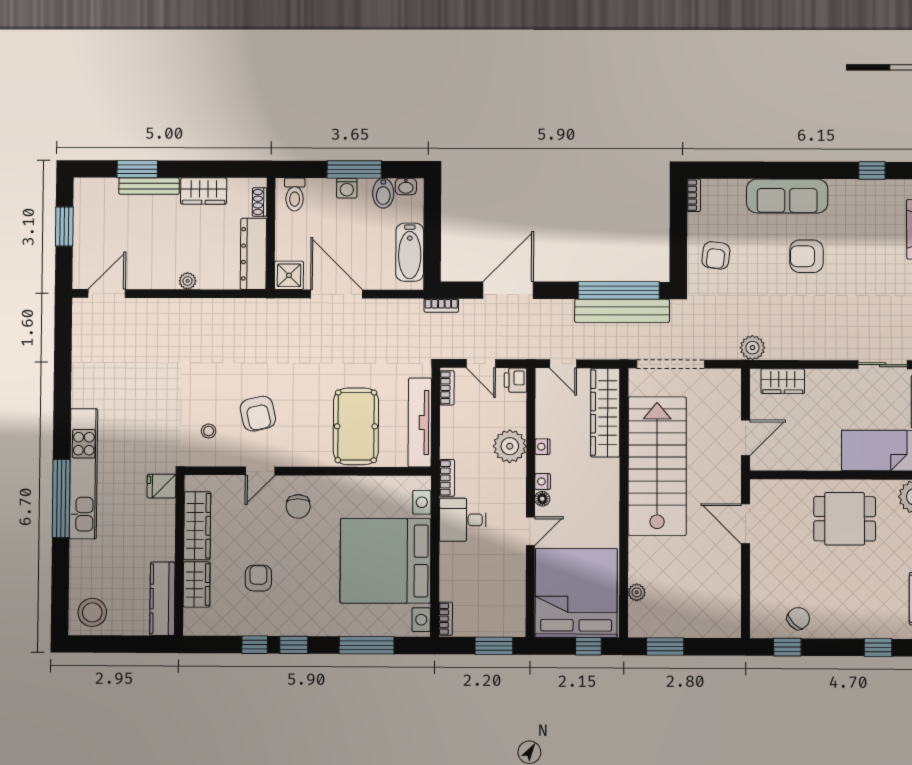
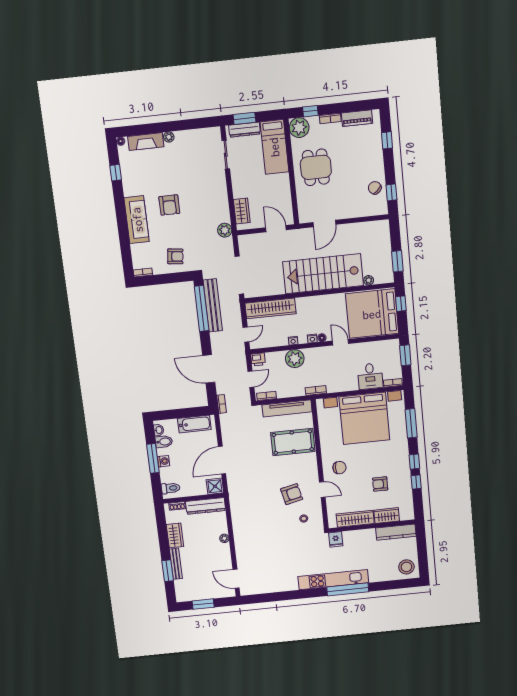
stairs: (657, 466) -> (323, 274), moved
desk: (463, 520) -> (370, 376), moved

